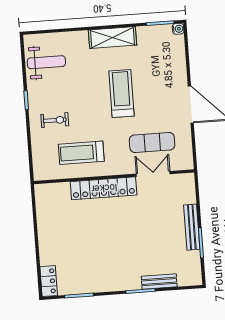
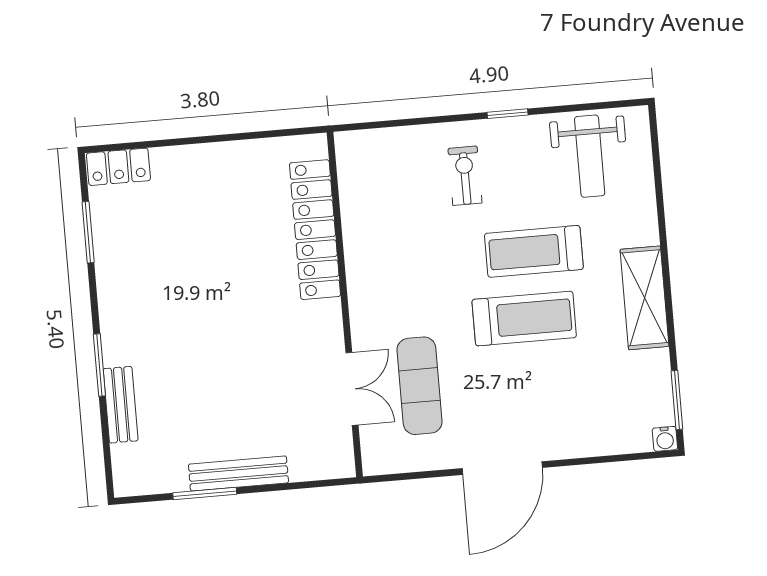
exercise bike: (55, 120) -> (465, 176), turned 180
treadmill: (81, 153) -> (534, 251), moved, turned -90
locker: (104, 188) -> (315, 230), moved

